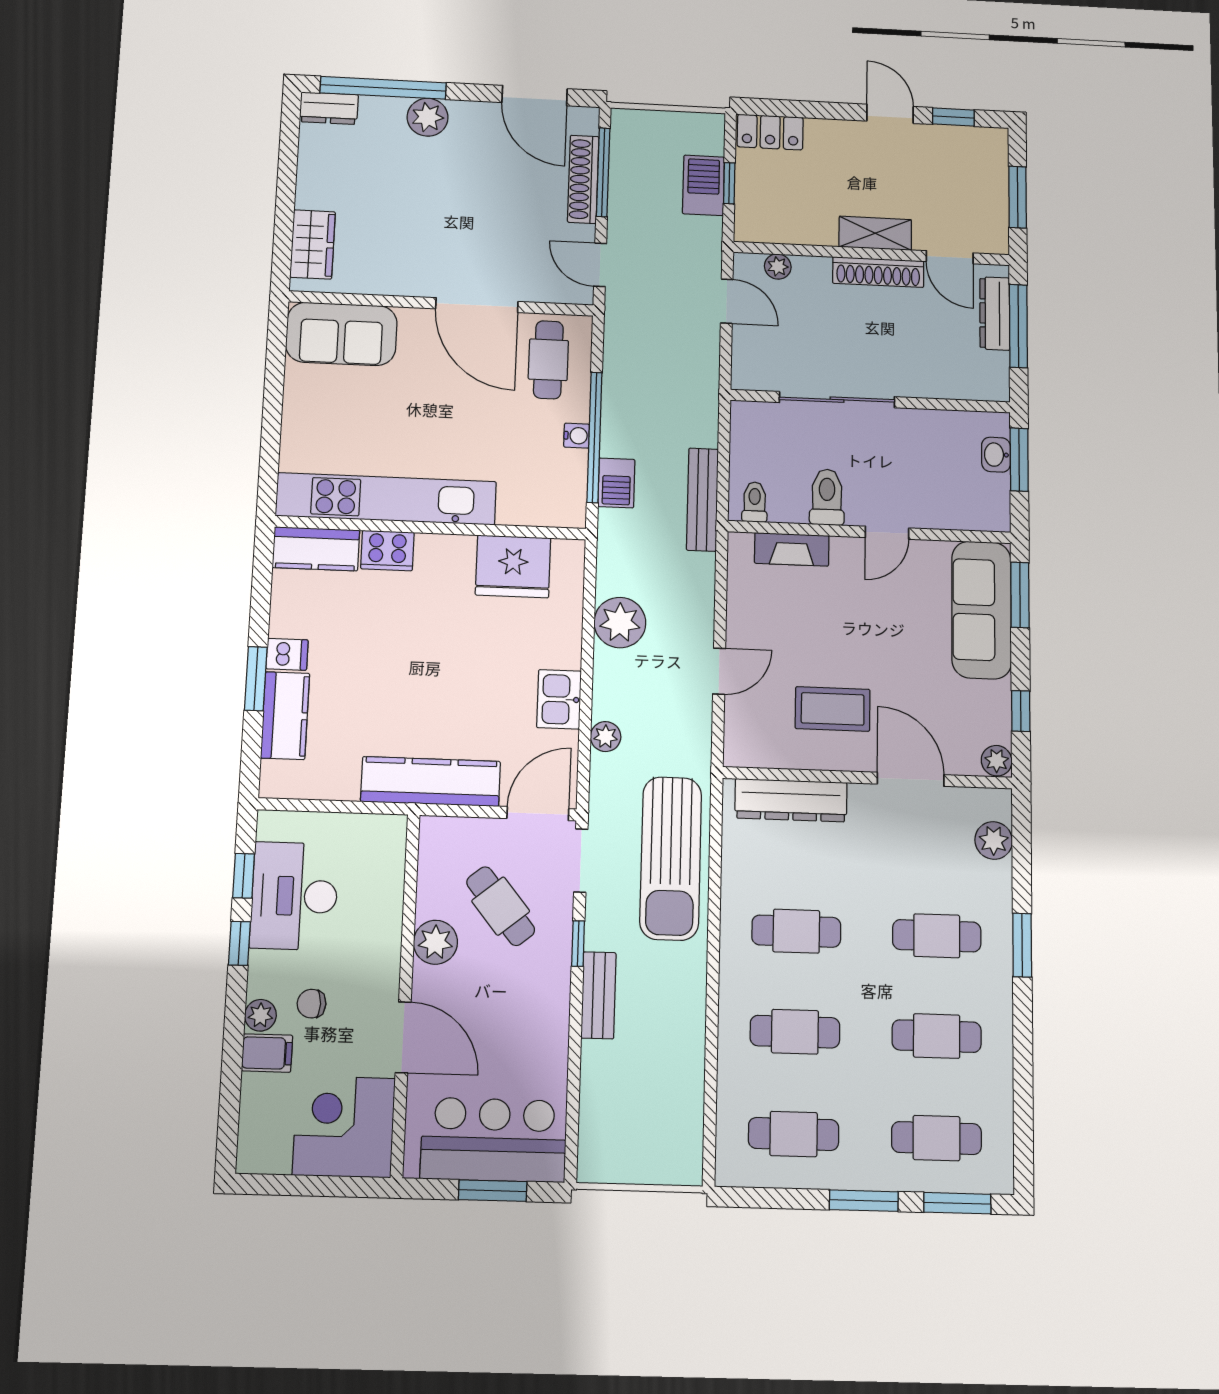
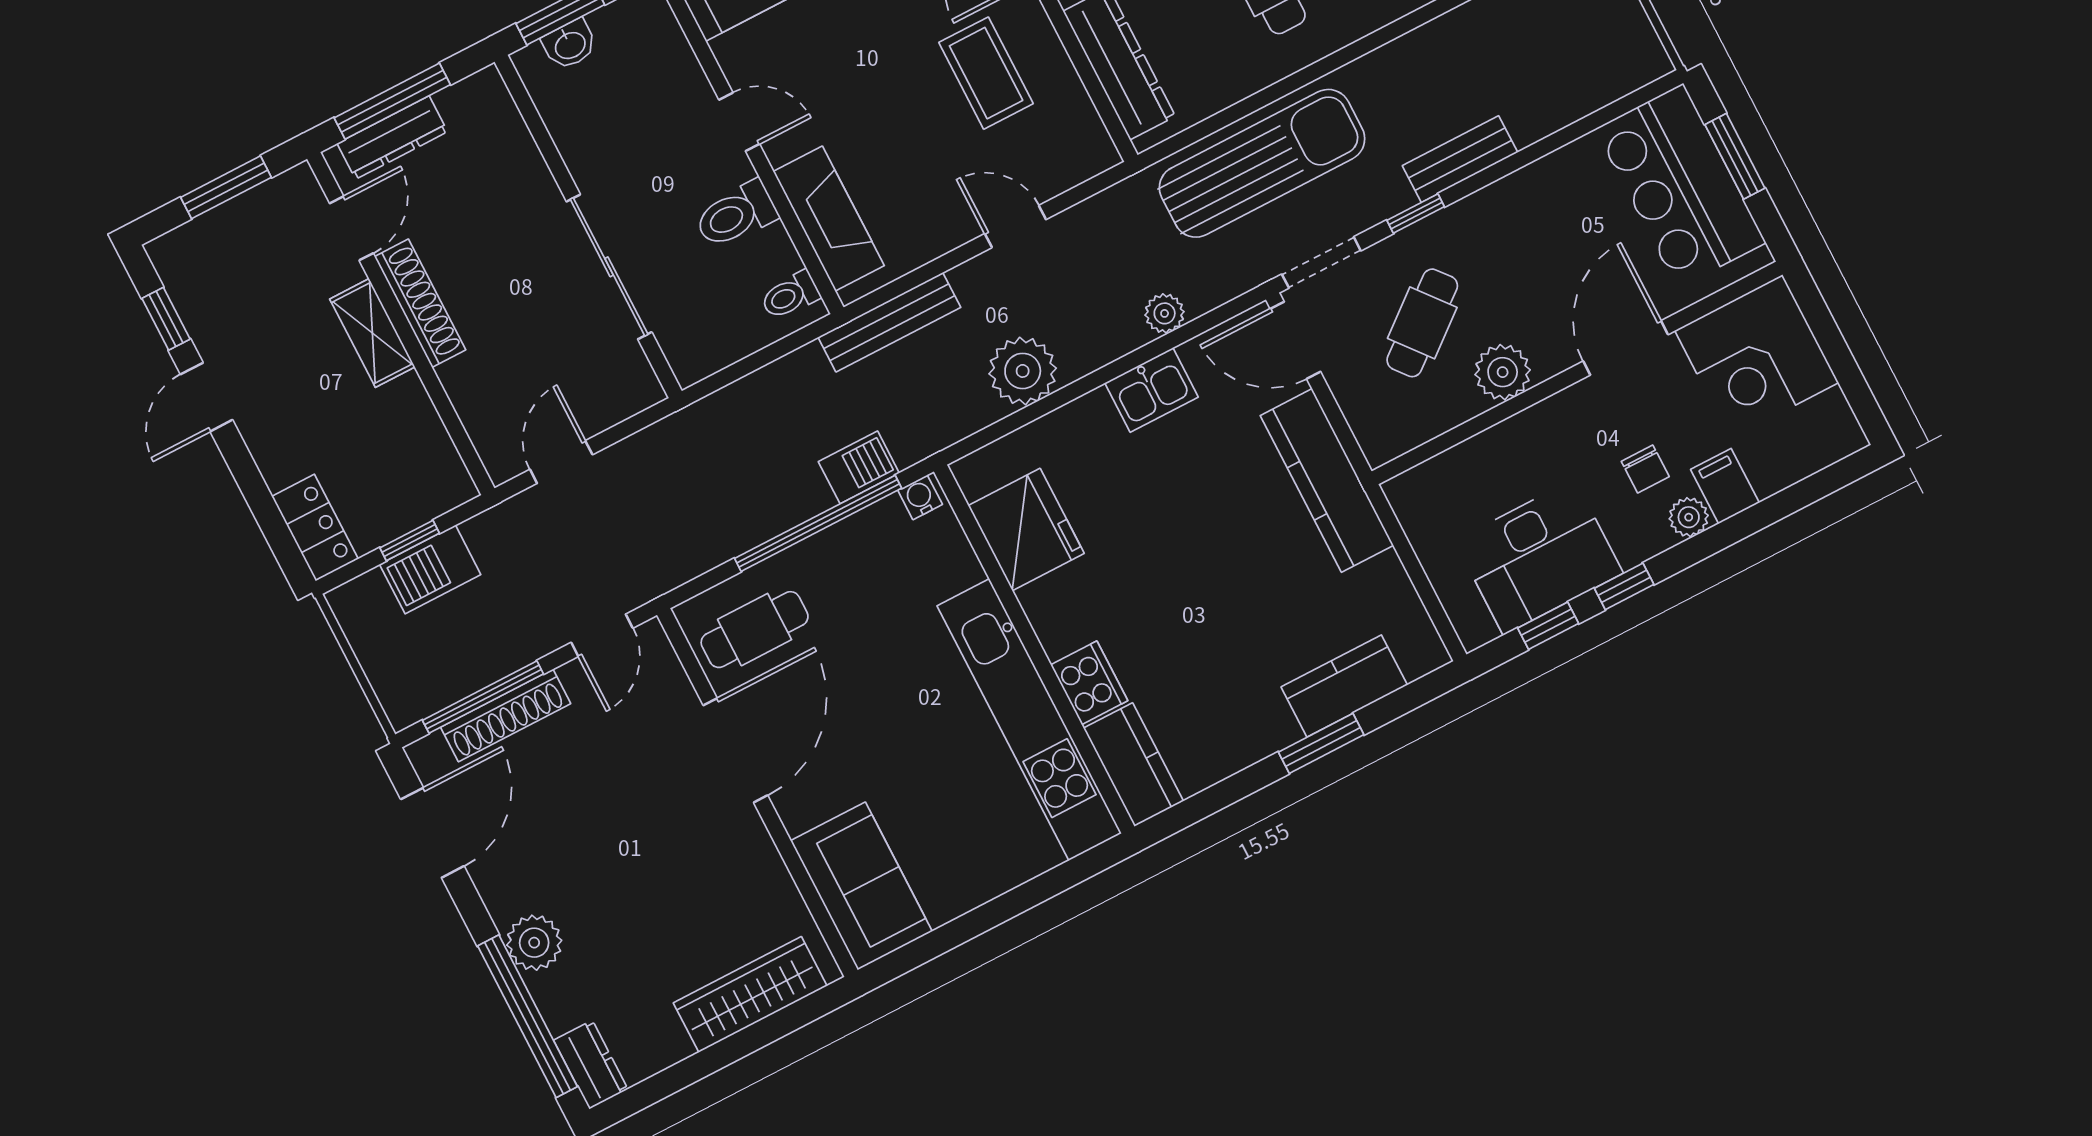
wardrobe: (313, 244) -> (750, 994), width x1.50
plant: (778, 267) -> (482, 426), removed
water cooler: (577, 436) -> (920, 497), moved
bench: (702, 500) -> (889, 322), moved
fireplace: (792, 549) -> (829, 219), width x1.37, depth x1.32
dishwasher: (287, 654) -> (1274, 725), removed

